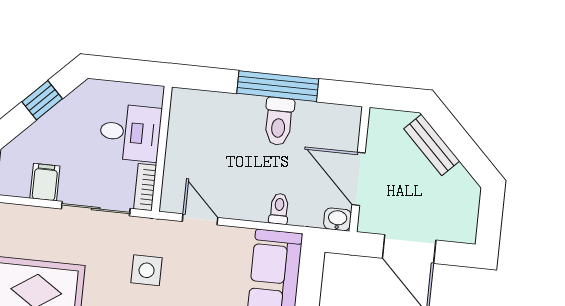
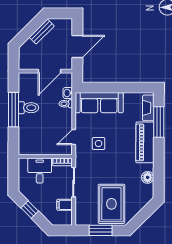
bench: (432, 145) -> (42, 32), moved
washbasin: (337, 219) -> (68, 93), moved
side table: (147, 270) -> (99, 143), moved

